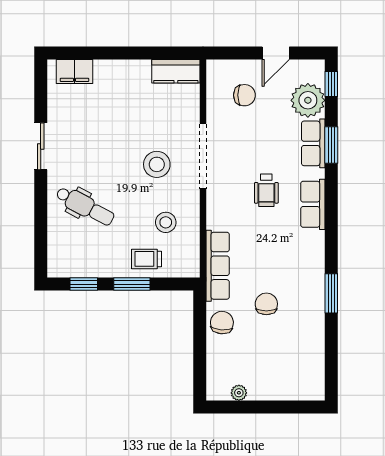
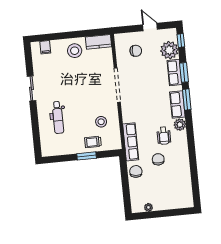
door: (276, 53) -> (150, 27), swing flipped
filing cabinet: (74, 71) -> (45, 47), width x0.50
stool: (157, 164) -> (75, 51), moved
wheelchair: (266, 190) -> (164, 136), moved
dental chair: (85, 206) -> (58, 117), turned 62
plant: (314, 243) -> (180, 125), added
window: (84, 284) -> (61, 158), removed
window: (331, 293) -> (187, 100), moved

